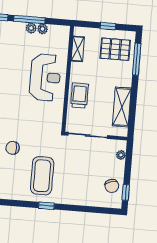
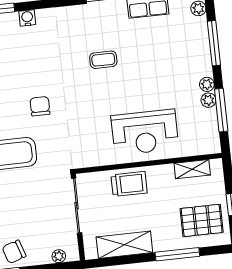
window: (29, 20) -> (221, 110), moved
plant: (43, 29) -> (207, 84), moved
pallet: (115, 49) -> (202, 220), turned 90
window: (137, 59) -> (177, 254), moved

